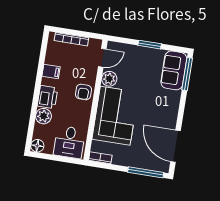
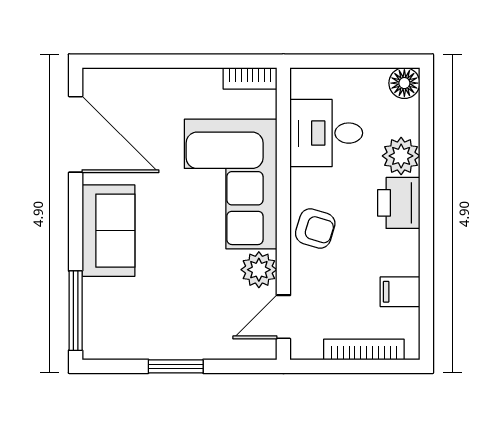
sofa: (174, 70) -> (109, 231), moved
filing cabinet: (51, 71) -> (400, 292), moved
armchair: (83, 92) -> (315, 228), turned 107
desk: (69, 142) -> (326, 133), moved, turned -90
window: (146, 172) -> (137, 61), removed

